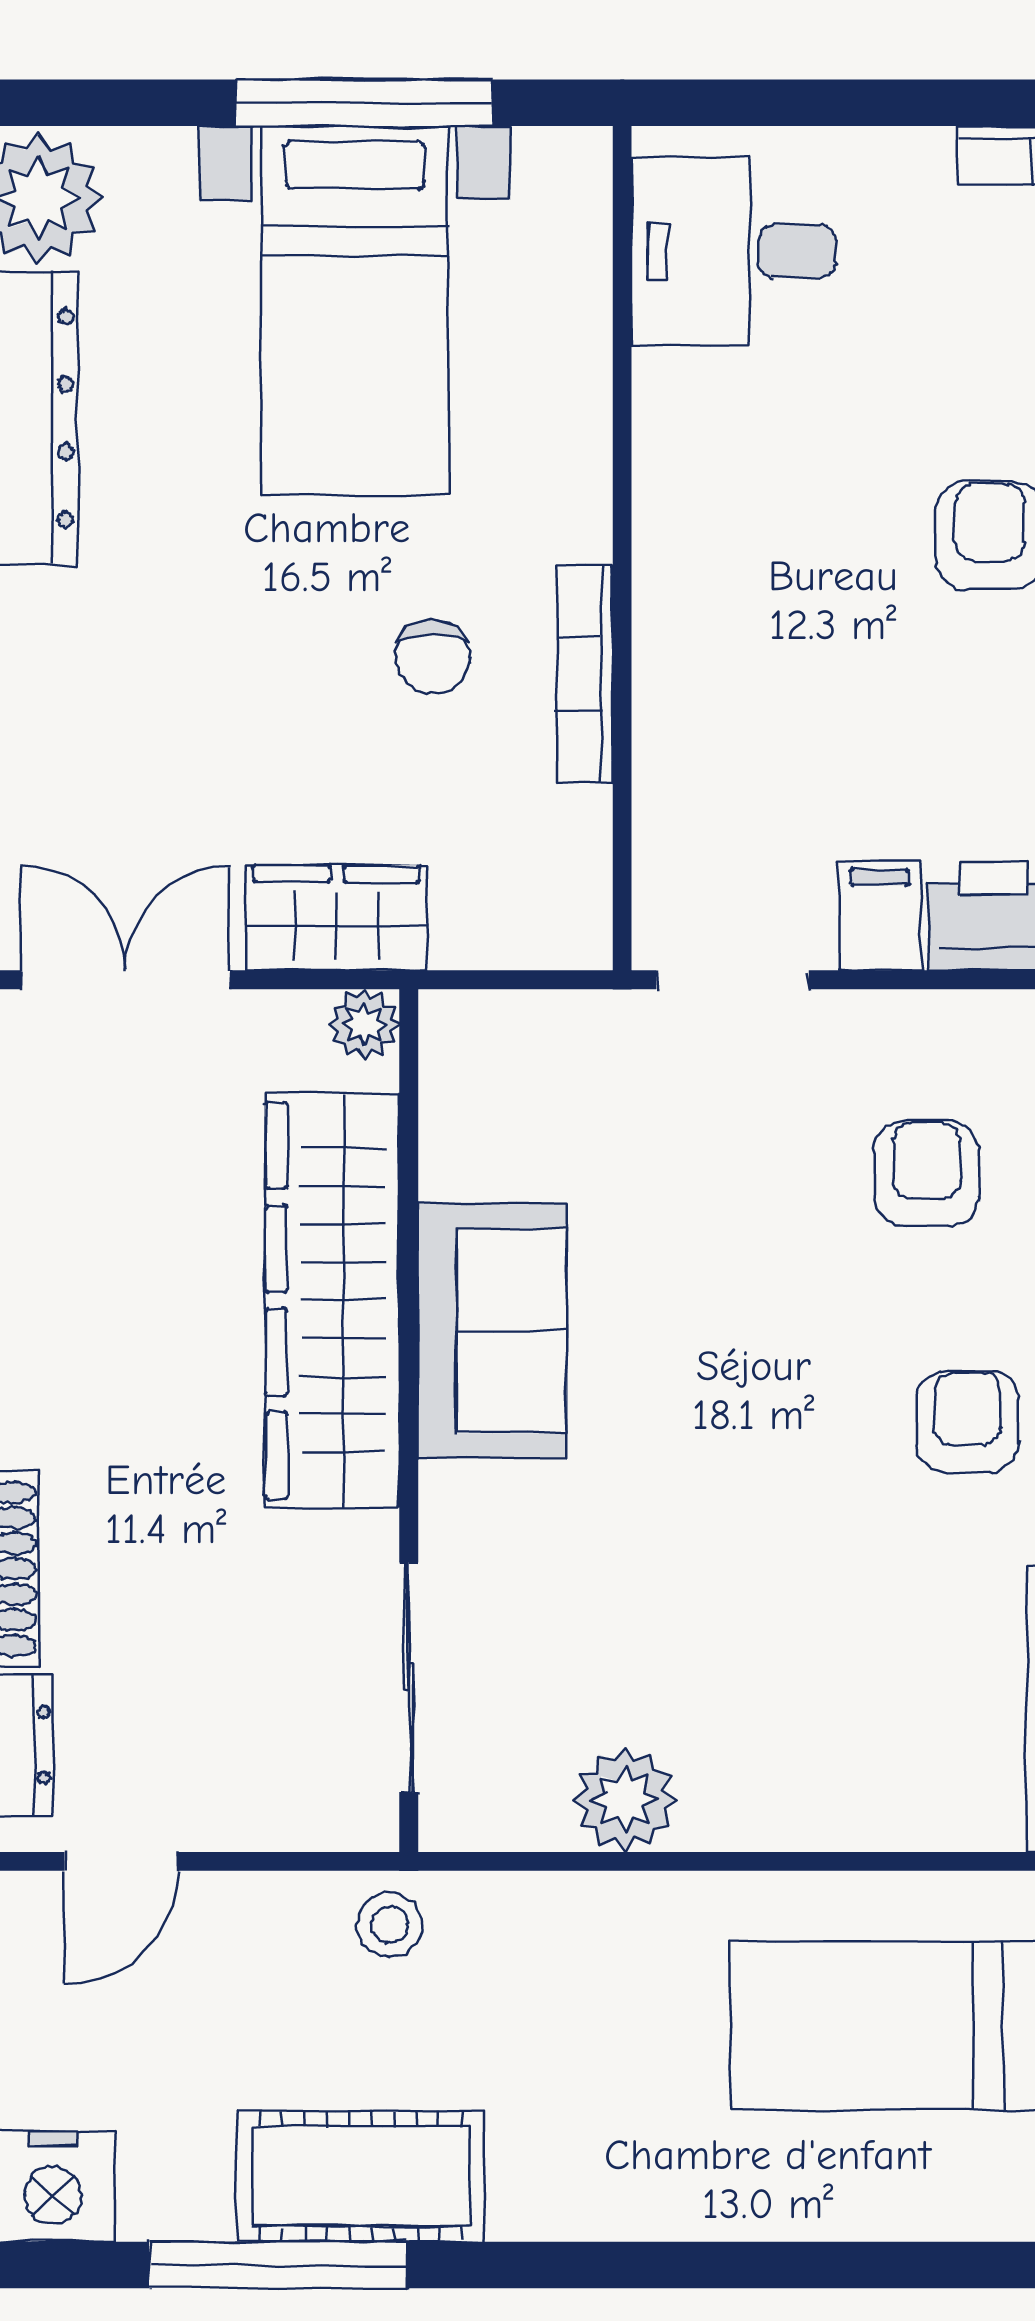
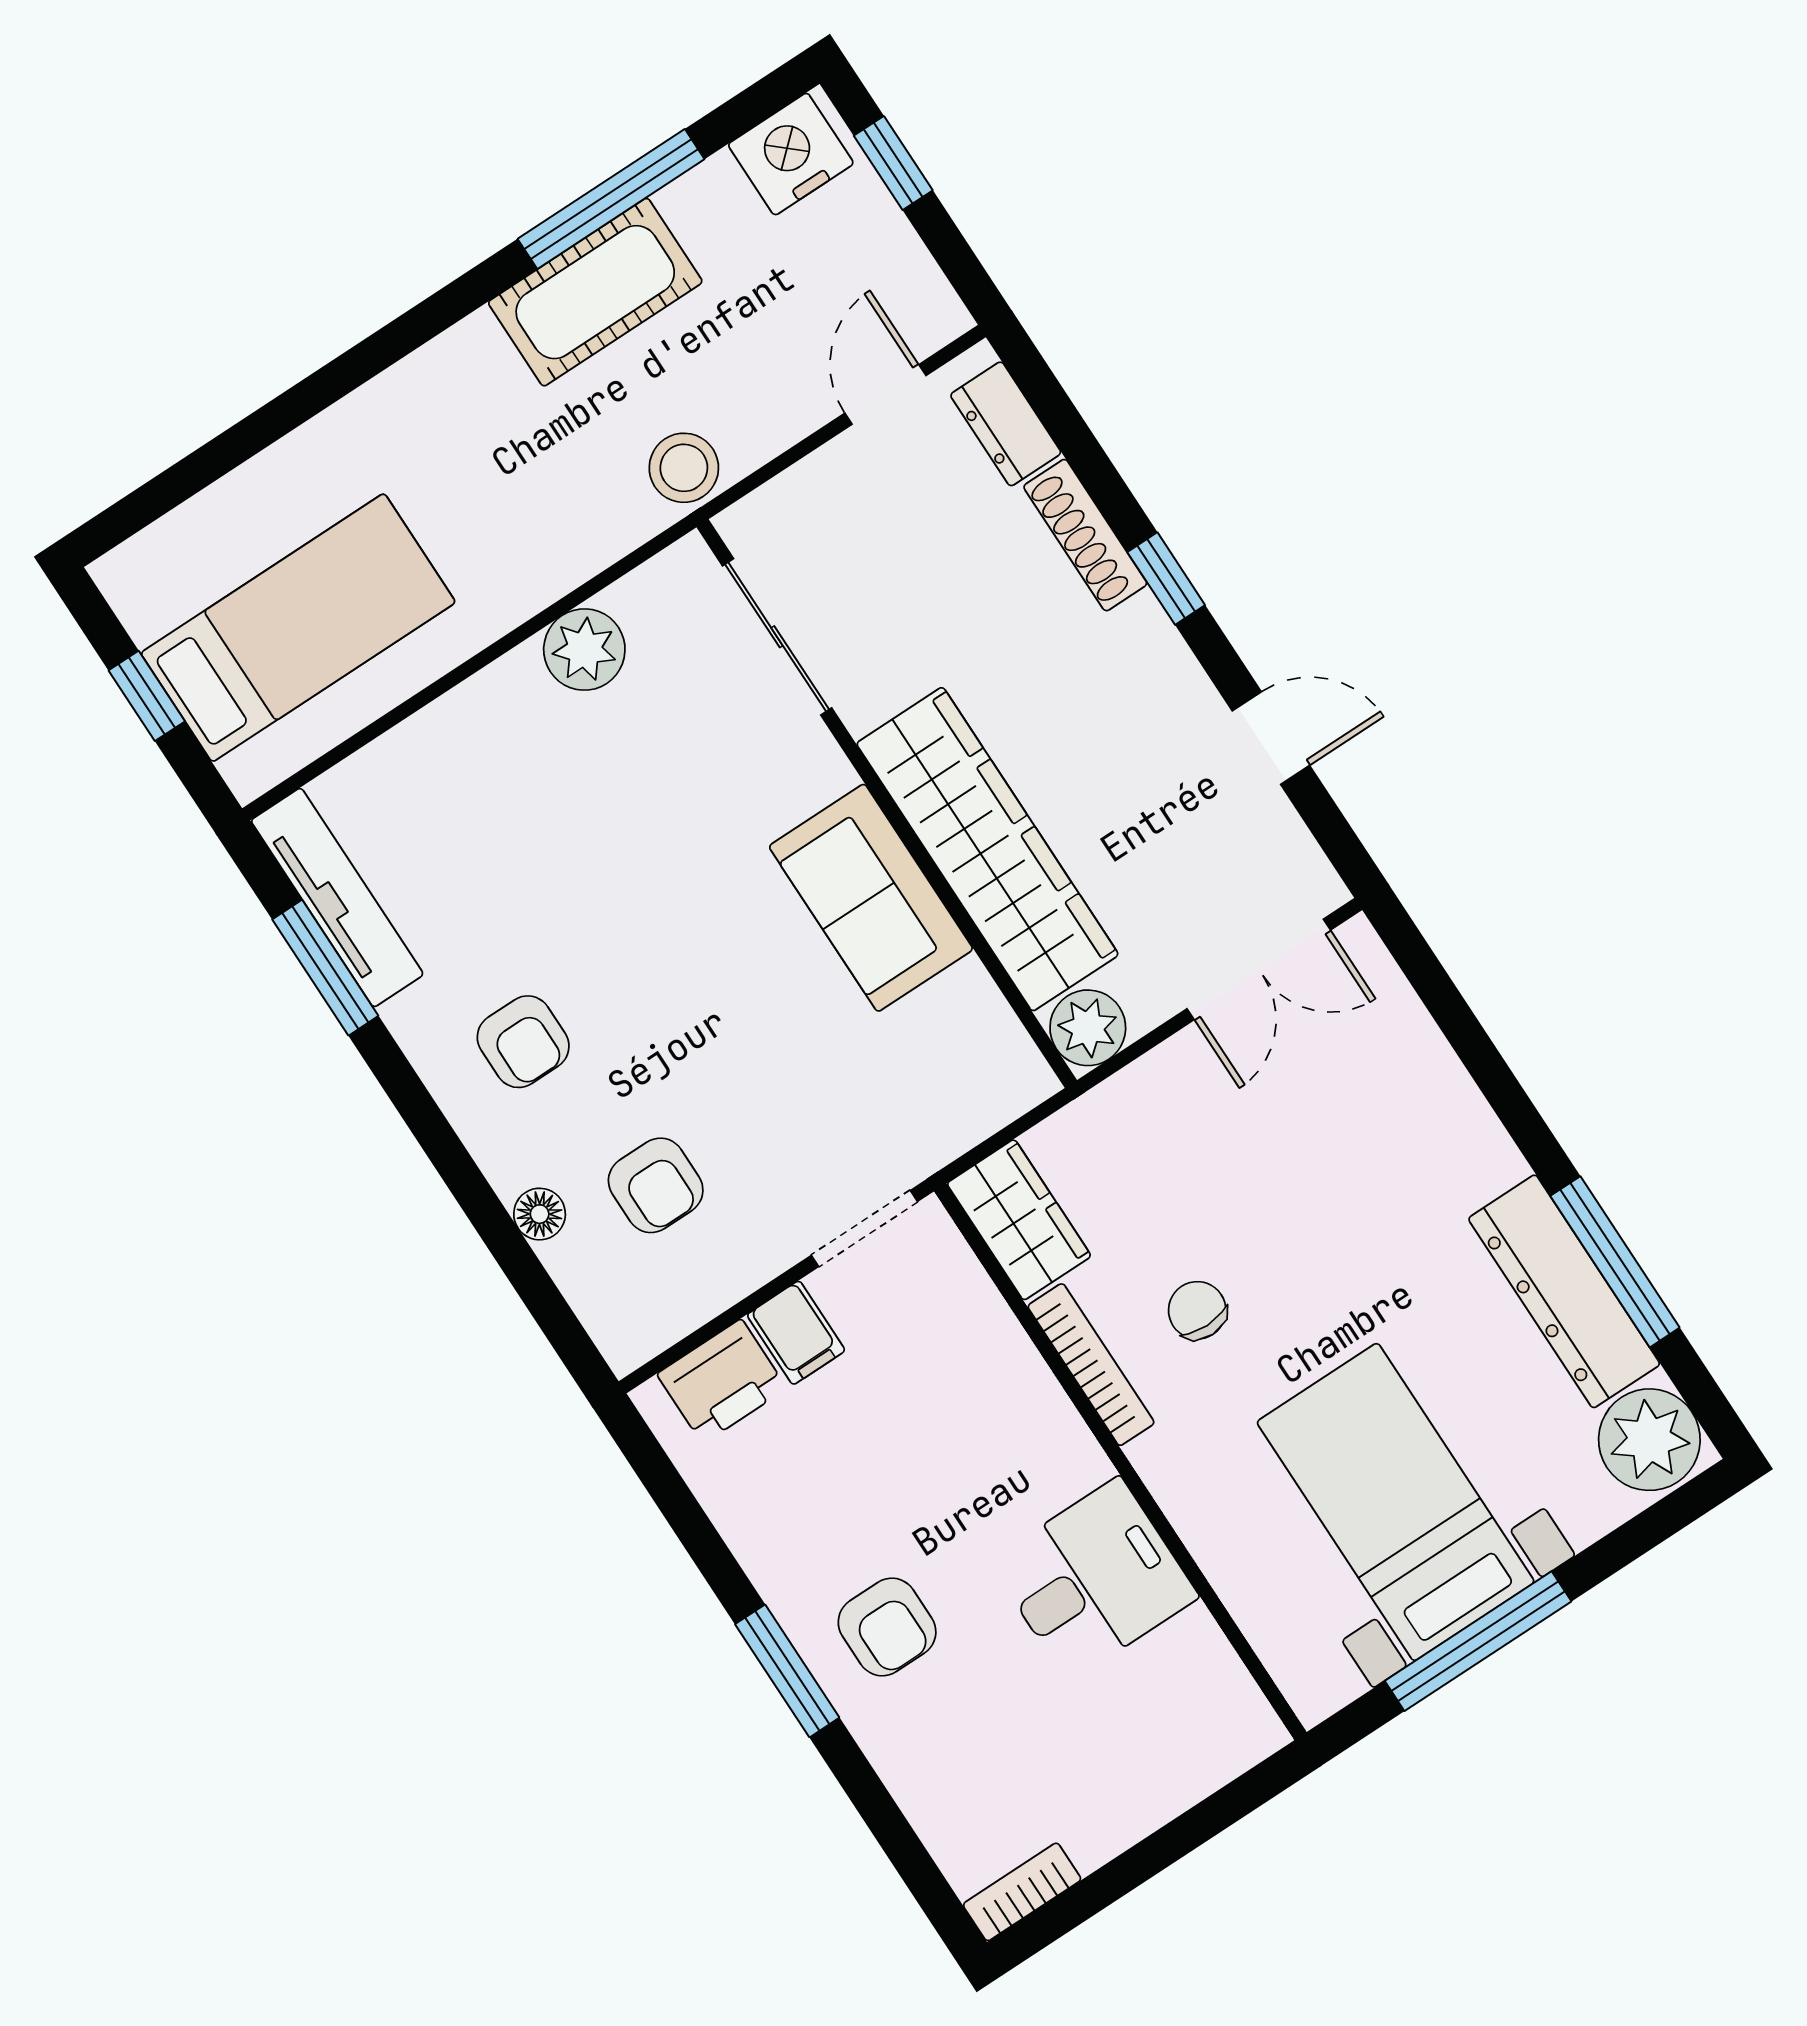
desk: (733, 251) -> (1094, 1579), moved
wardrobe: (337, 918) -> (1019, 1220), moved, turned -90
plant: (364, 1024) -> (1088, 1028), width x1.38, depth x1.38
stool: (390, 1925) -> (684, 468), width x1.37, depth x1.37

